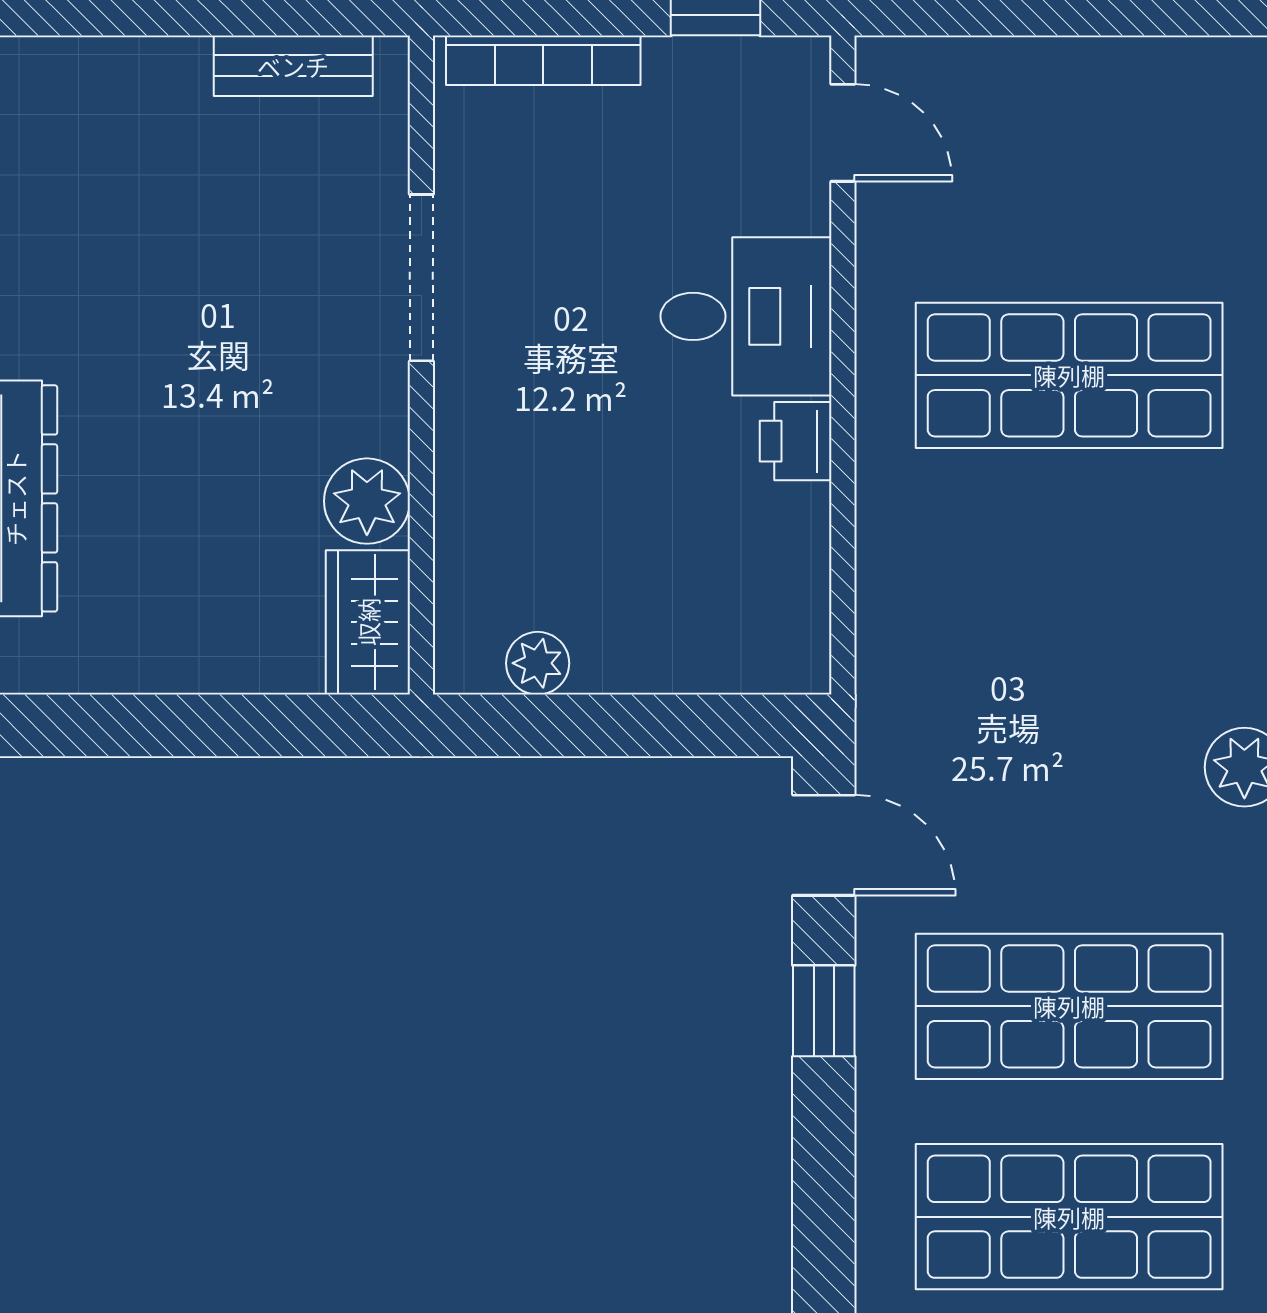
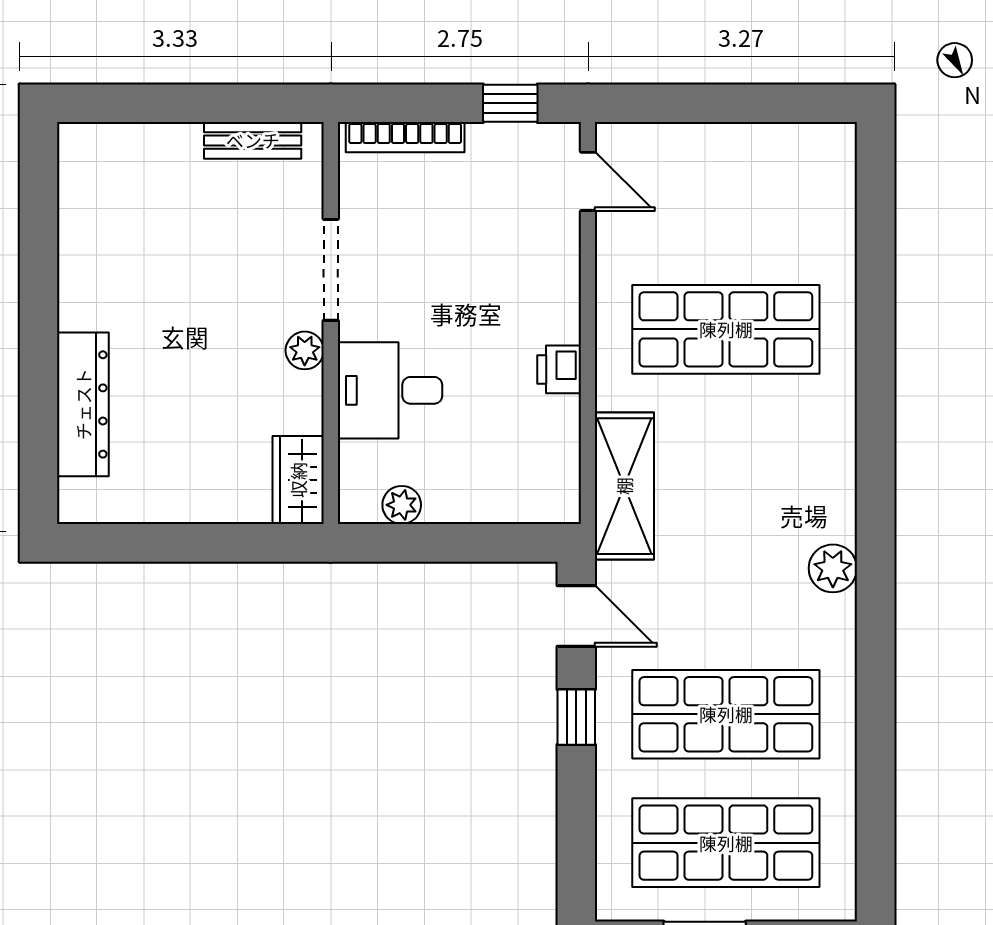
desk: (746, 316) -> (390, 390), moved, turned 180
plant: (367, 501) -> (305, 350), moved, width x0.73, depth x0.73
shelving: (903, 632) -> (624, 486), added

